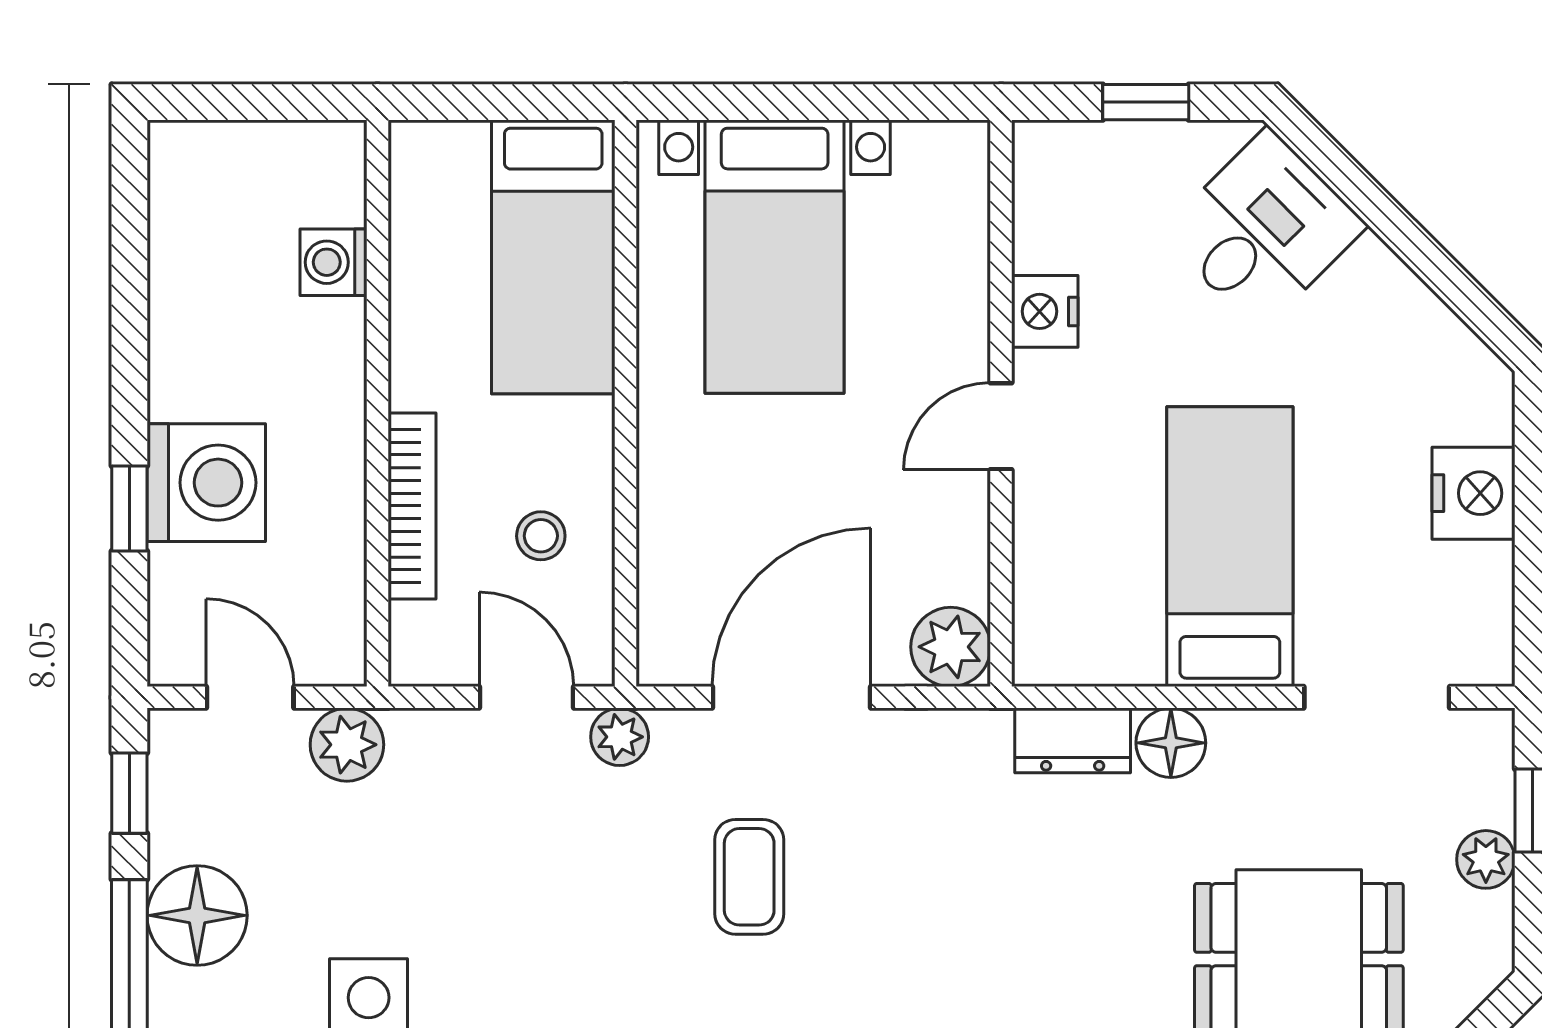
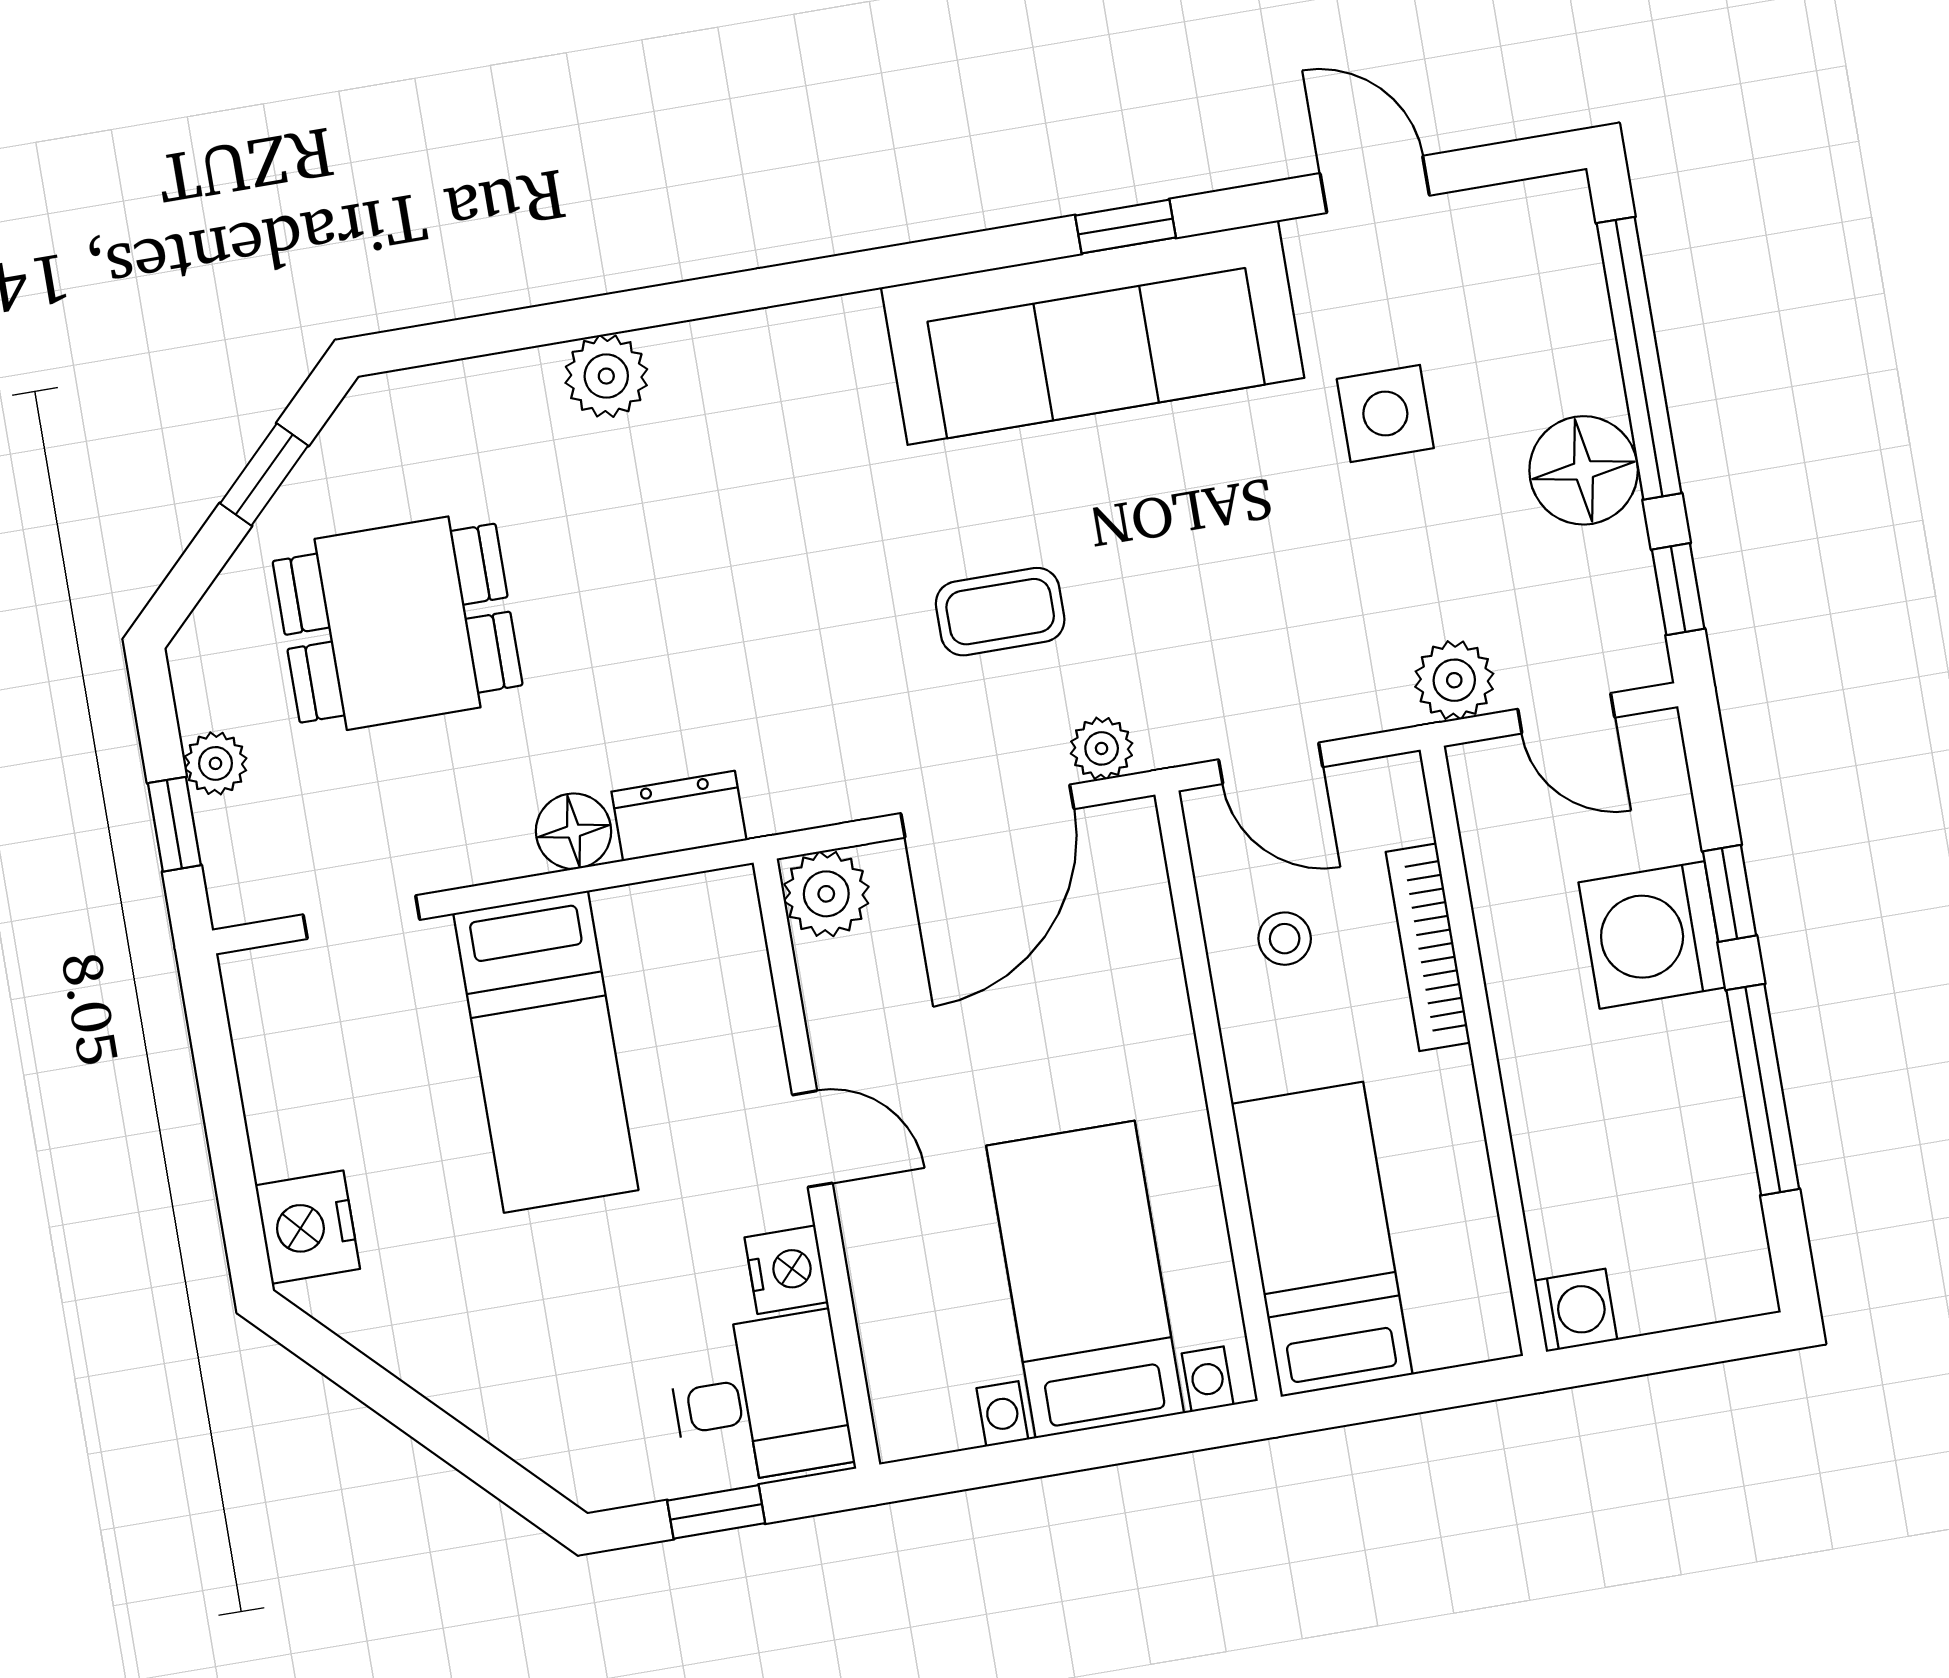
desk: (1264, 230) -> (759, 1399), moved, turned -135
washing machine: (333, 262) -> (1576, 1310), moved
window: (129, 325) -> (1763, 1090), added
door: (1001, 426) -> (812, 1139), hinge flipped
nightstand: (1474, 493) -> (308, 1227), moved
doorway: (1377, 697) -> (361, 917), width x0.73
plant: (620, 737) -> (1102, 748), moved
coffee table: (749, 877) -> (1000, 612), turned 90

